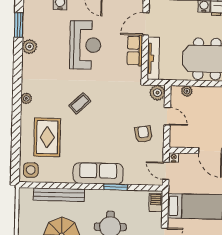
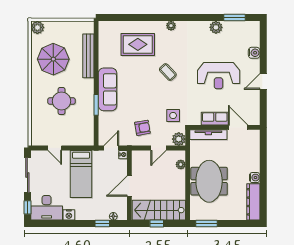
side table: (31, 170) -> (173, 116), moved
barbecue: (156, 202) -> (84, 140), removed

